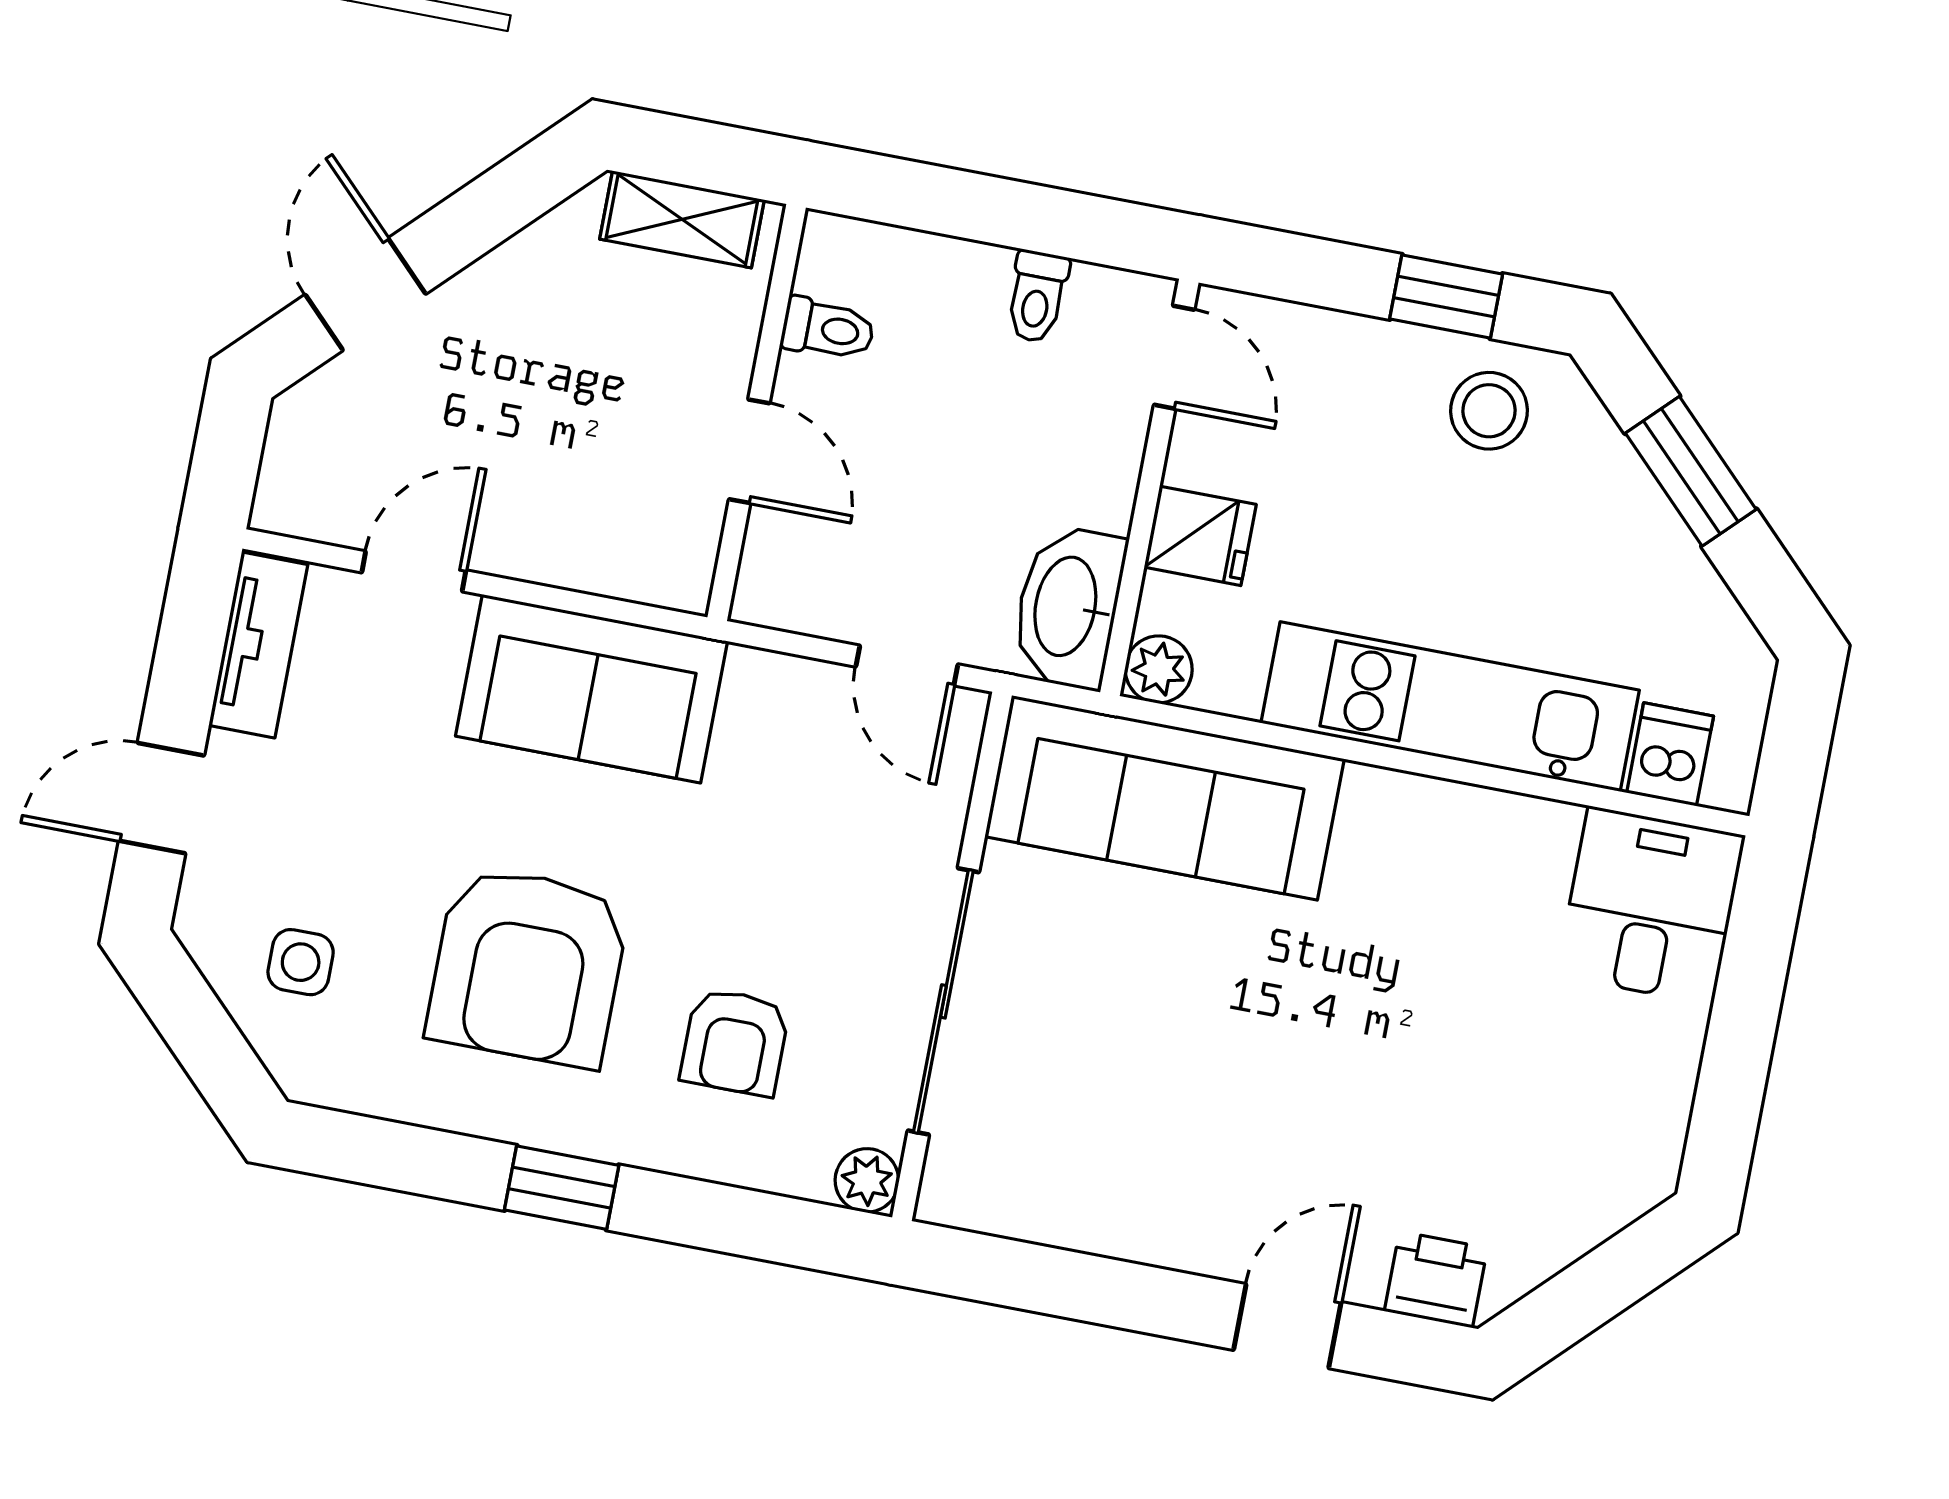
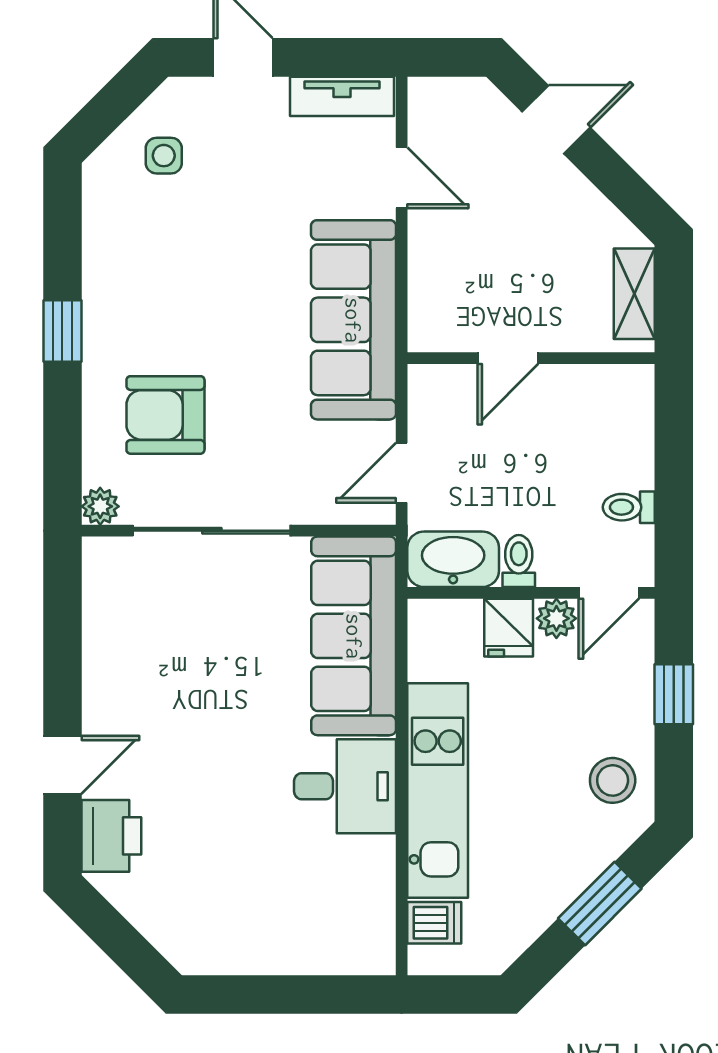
window: (1446, 297) -> (674, 694), moved
toilet: (828, 329) -> (519, 561), moved, turned 180
plant: (1159, 669) -> (556, 618), moved
sofa: (592, 689) -> (353, 320), width x1.36
desk: (1651, 905) -> (345, 786), moved
armchair: (528, 966) -> (186, 287), removed
armchair: (735, 1042) -> (165, 415), width x1.38, depth x1.38
printer: (1436, 1280) -> (111, 836), width x1.36, depth x1.24
door: (1287, 1326) -> (62, 765), hinge flipped

